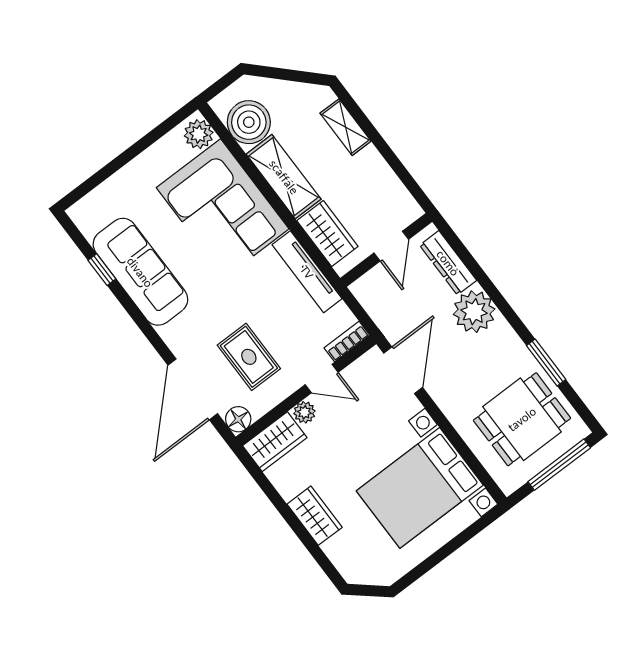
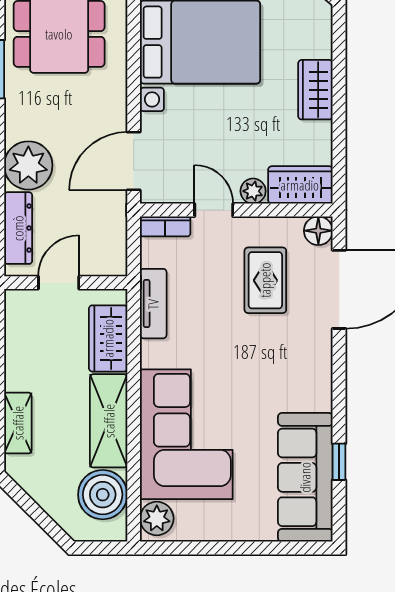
sofa: (140, 272) -> (305, 477), moved
tv unit: (307, 272) -> (153, 304), width x0.71

